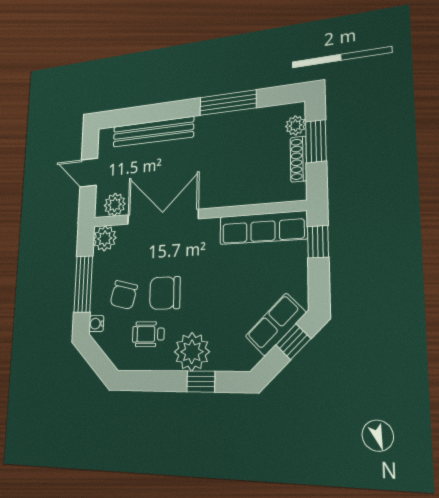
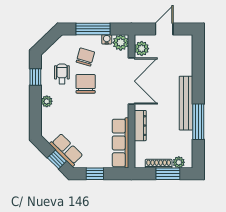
bench: (153, 132) -> (186, 103), moved
dresser: (234, 196) -> (140, 126), added
window: (318, 242) -> (95, 174), moved
chair: (124, 295) -> (85, 57), turned 92
water cooler: (96, 324) -> (107, 39), moved
plant: (192, 352) -> (47, 101), width x0.53, depth x0.53
window: (201, 382) -> (35, 77), moved

